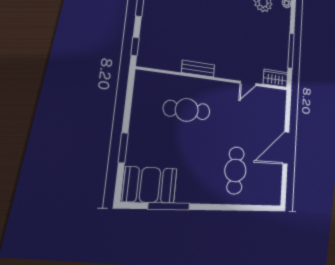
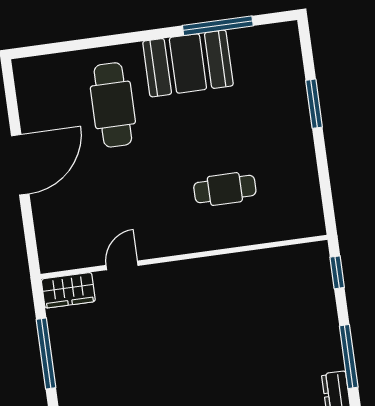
bench: (198, 69) -> (222, 266), removed
cafe table: (187, 110) -> (225, 189), width x0.73, depth x0.74
booth: (150, 185) -> (188, 63), moved

